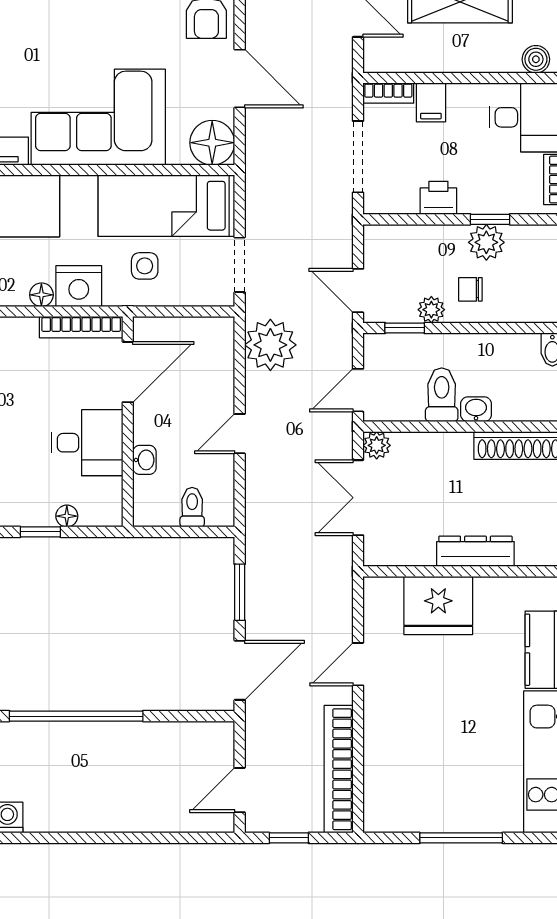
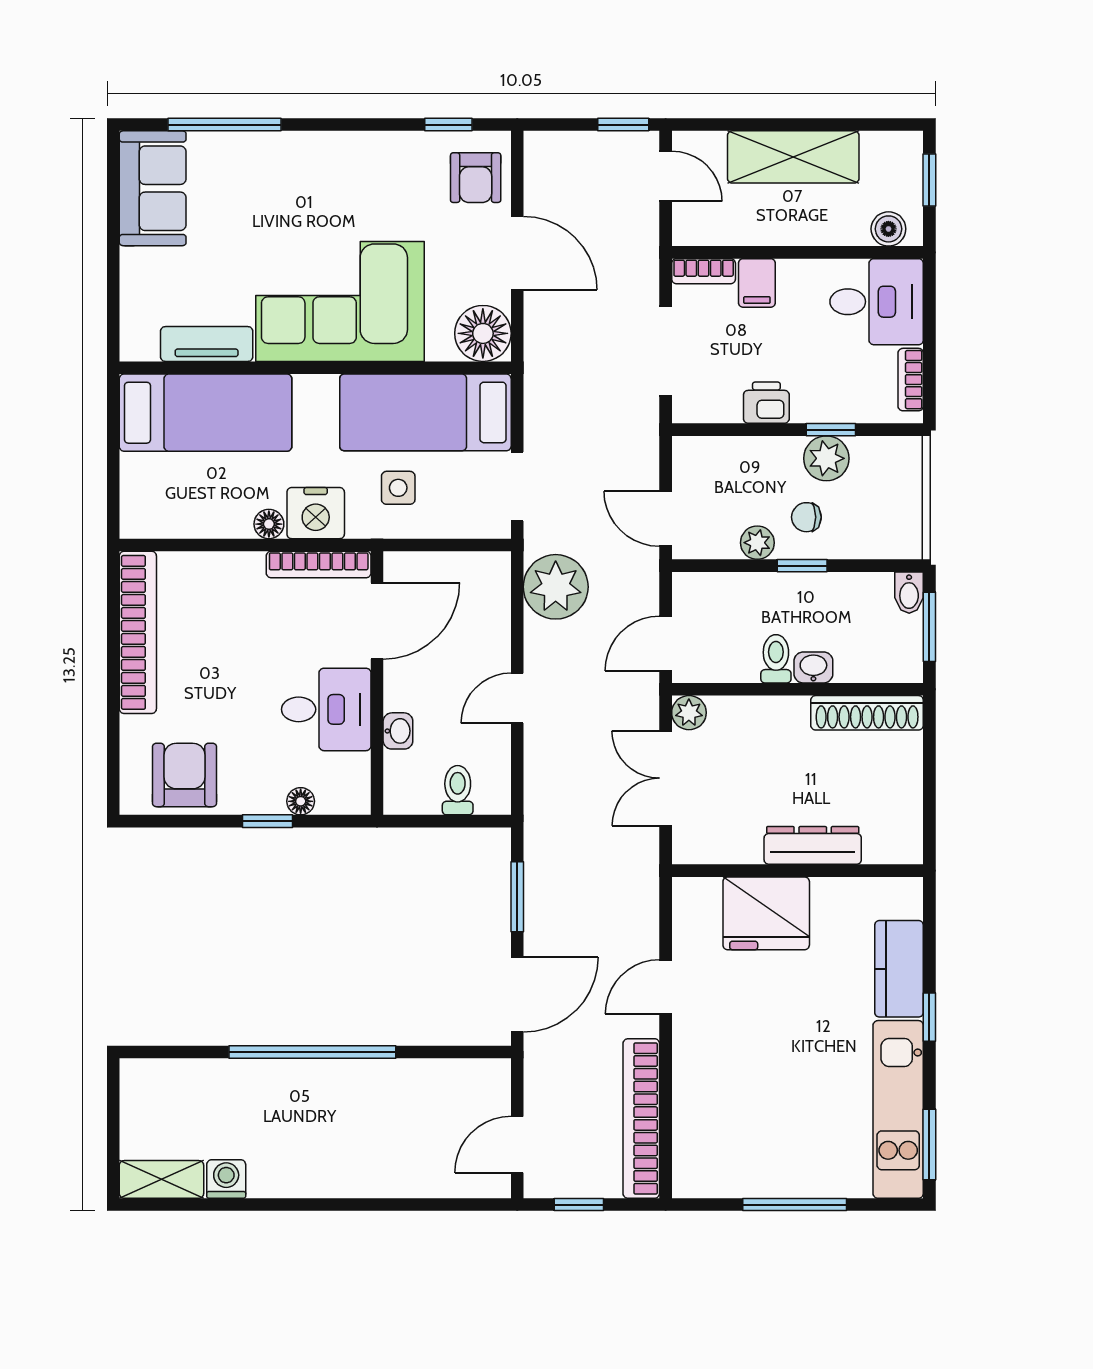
window: (405, 328) -> (802, 566), moved
toilet: (442, 395) -> (776, 659), width x0.73, depth x0.72

